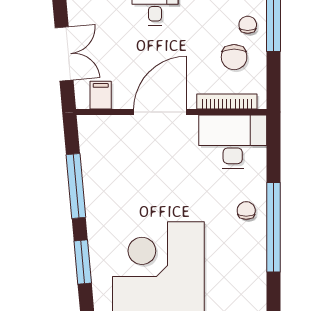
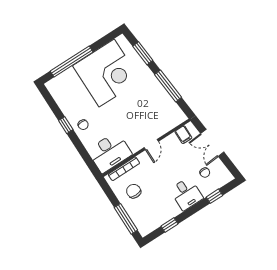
chair: (248, 25) -> (205, 173), moved
door: (160, 112) -> (151, 144), width x0.53
window: (274, 227) -> (66, 125), width x0.32

